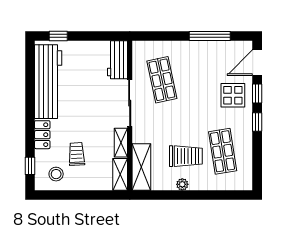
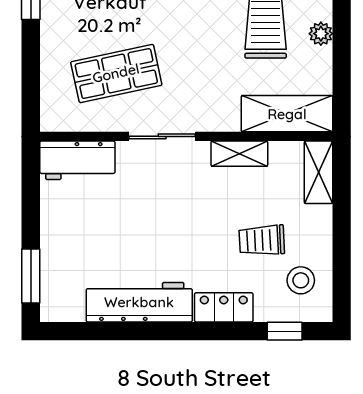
window: (58, 36) -> (31, 276), width x1.50
workbench: (48, 82) -> (139, 302), width x0.73, depth x0.76
sliding door: (130, 103) -> (162, 136), width x0.73
shelving: (120, 174) -> (319, 172), moved, turned 90

